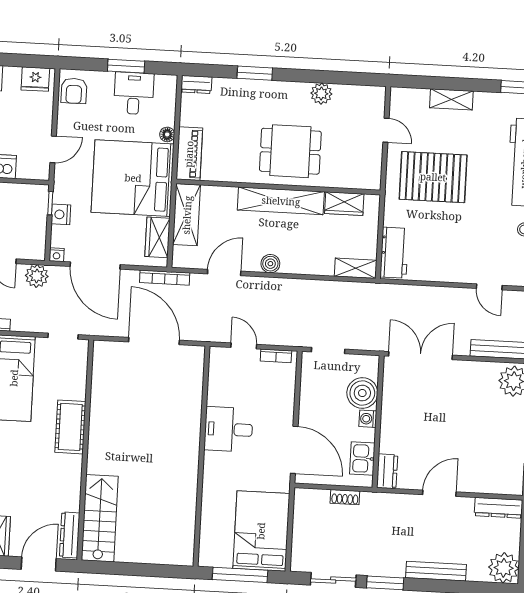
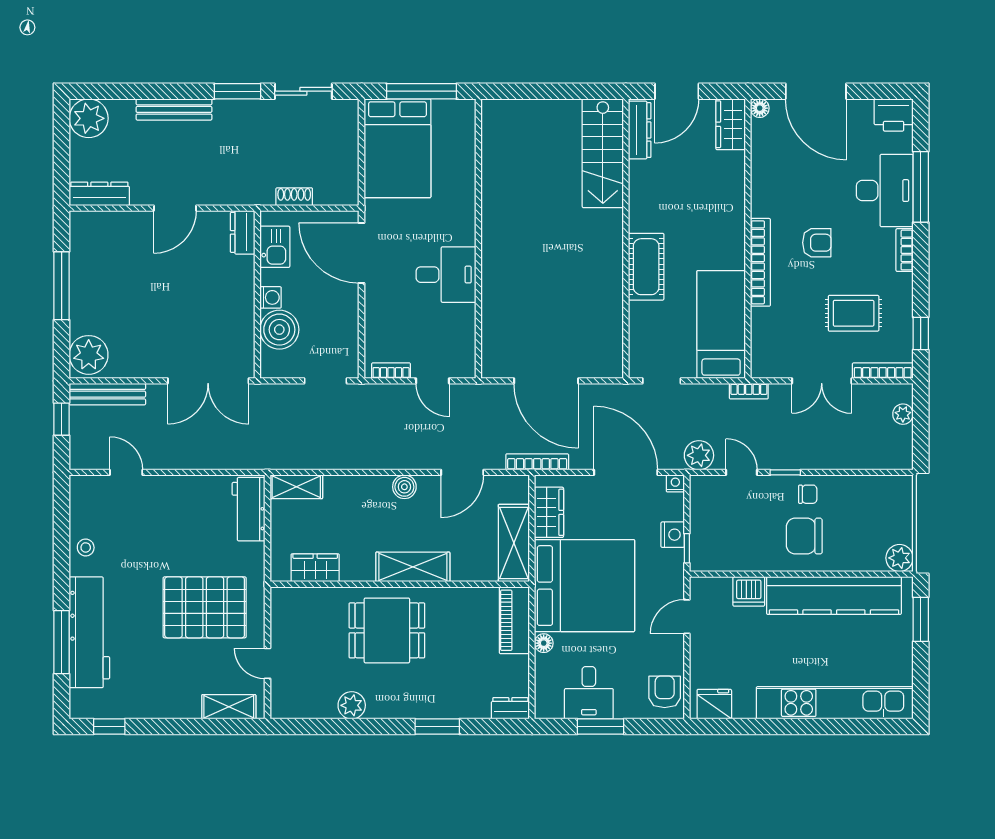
shelving: (451, 99) -> (229, 707), moved
shelving: (281, 201) -> (413, 567), width x0.68

